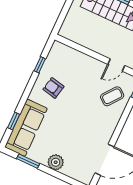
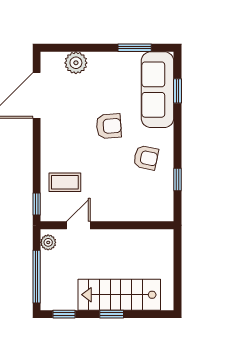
coffee table: (112, 96) -> (65, 182), turned 52
armchair: (68, 119) -> (109, 126), added
plant: (56, 162) -> (76, 63), moved

